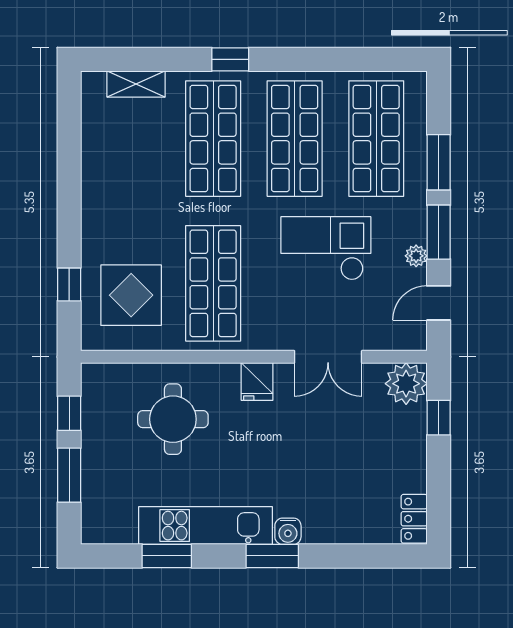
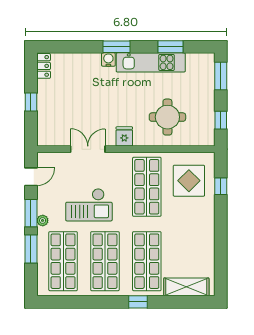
shelving: (136, 84) -> (186, 287), width x1.50, depth x1.33
plant: (416, 256) -> (43, 220), moved
plant: (406, 384) -> (48, 135), removed
window: (439, 418) -> (31, 102), moved
window: (69, 475) -> (221, 76), moved

